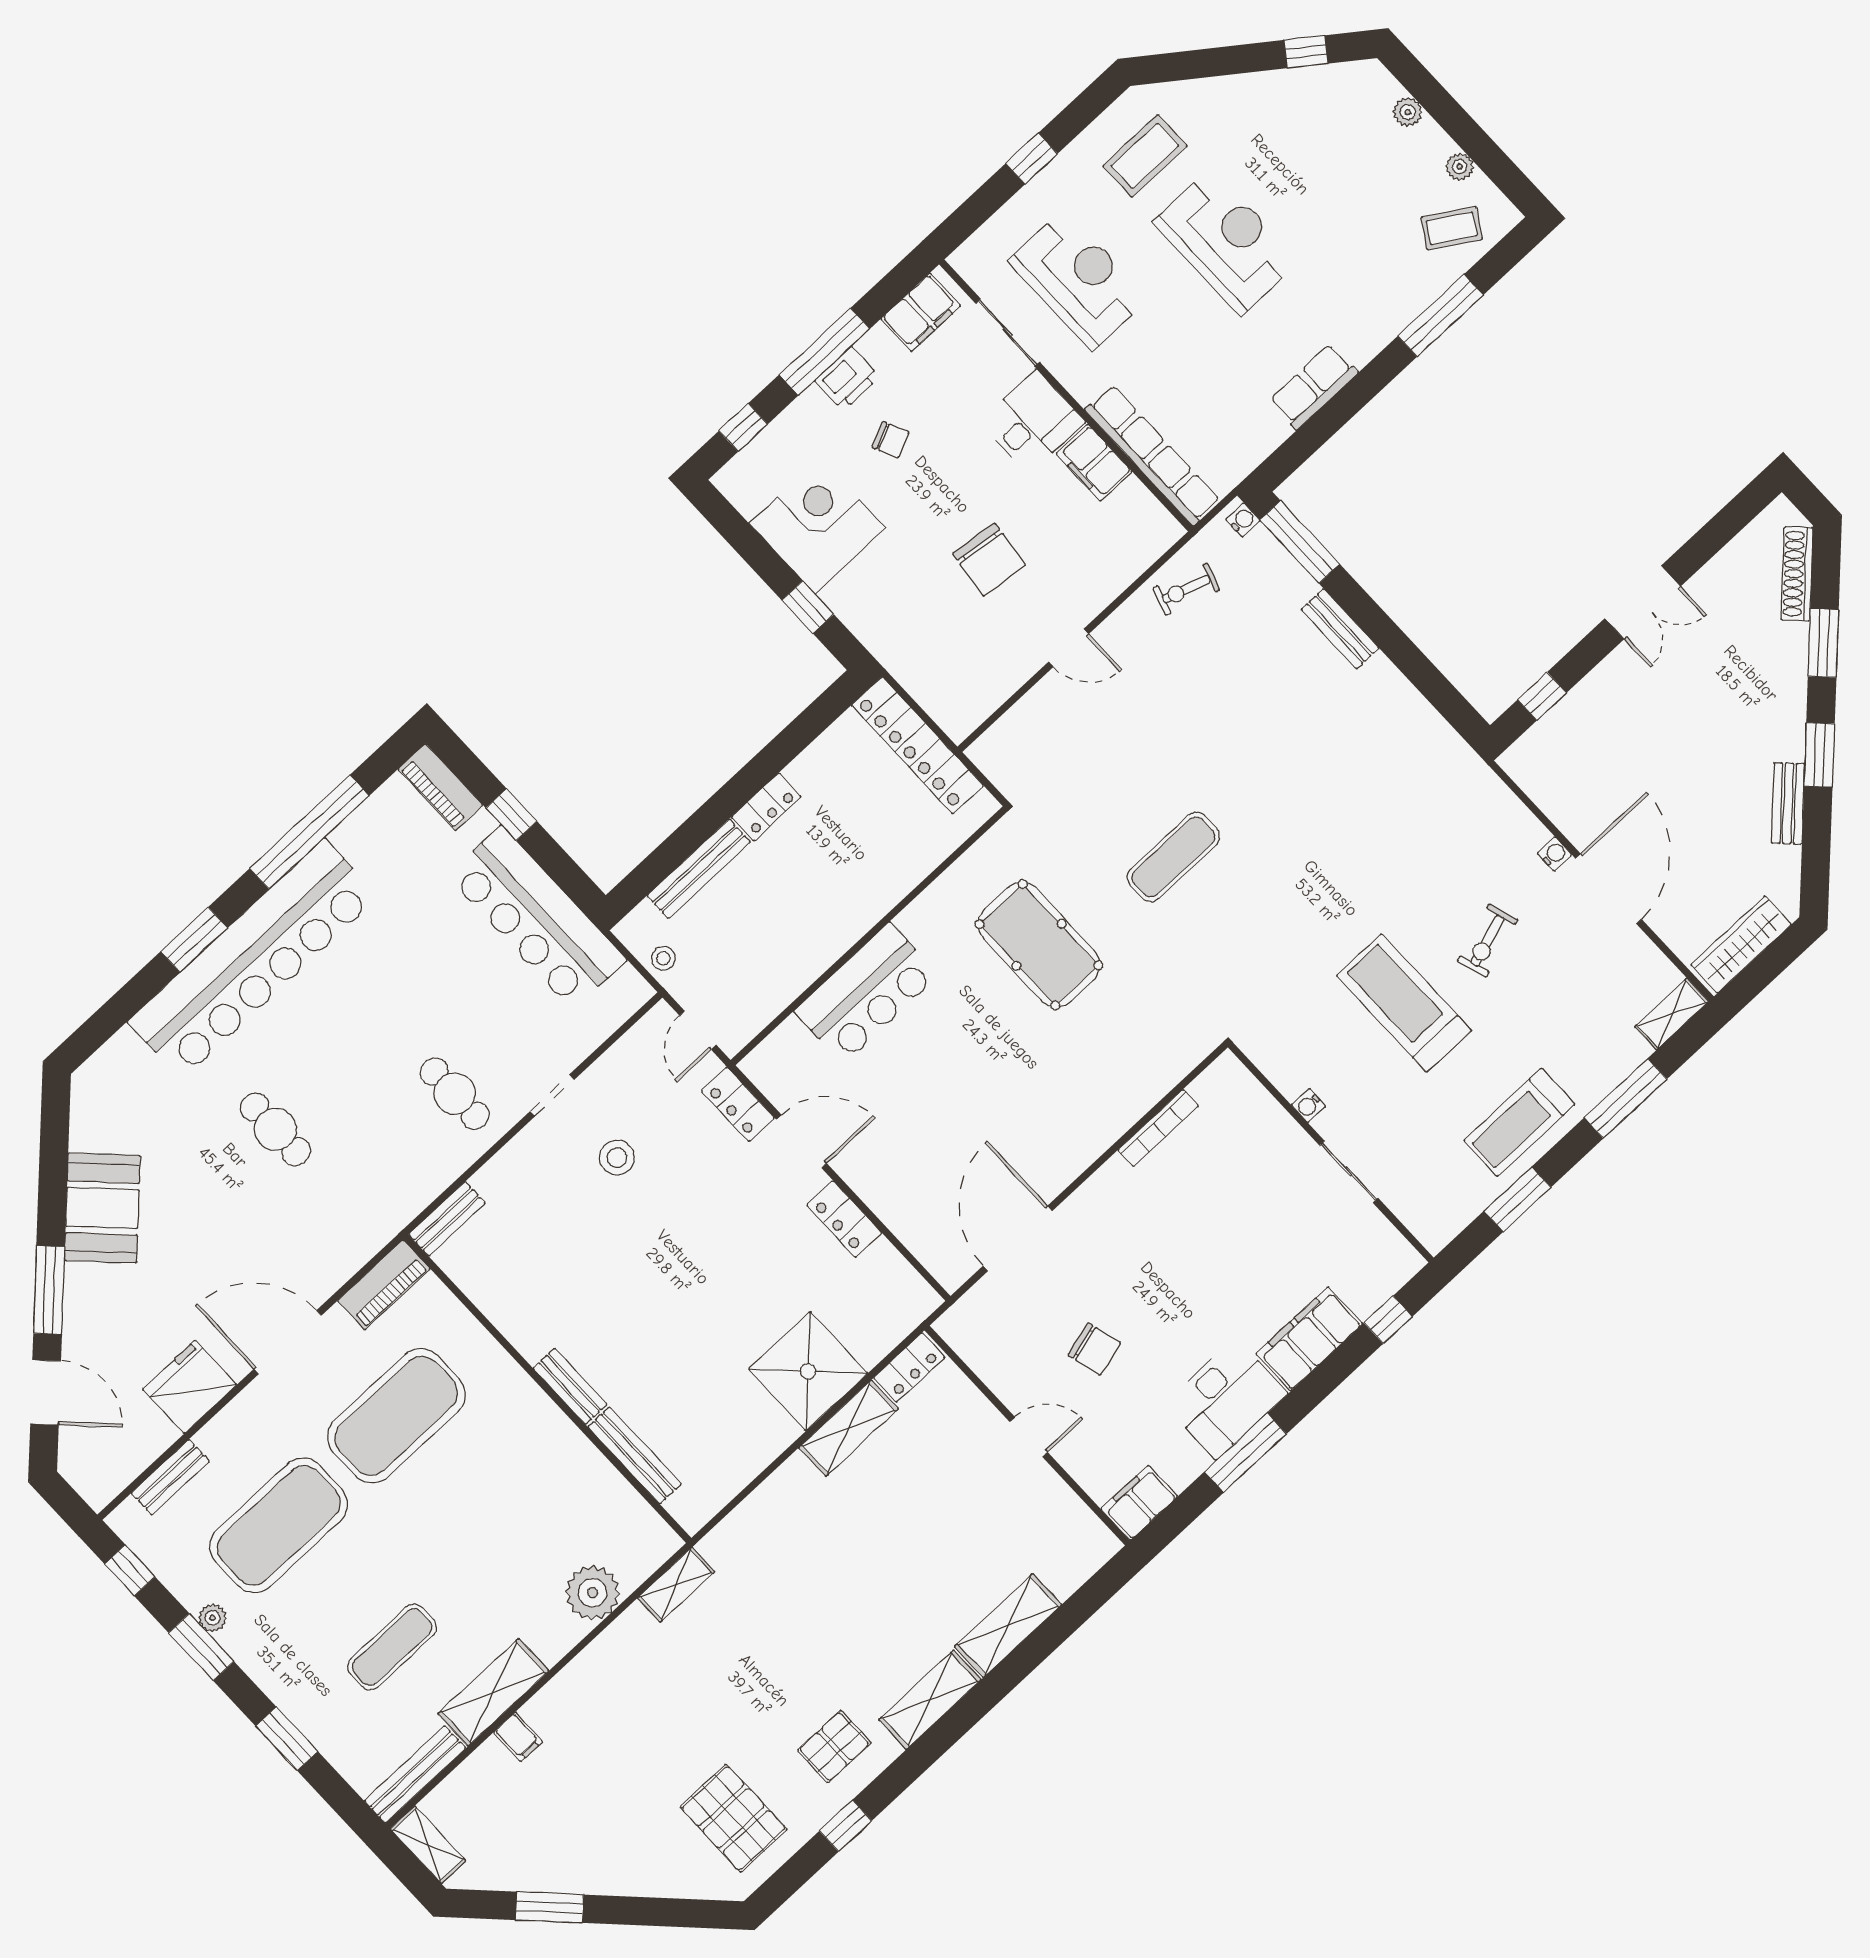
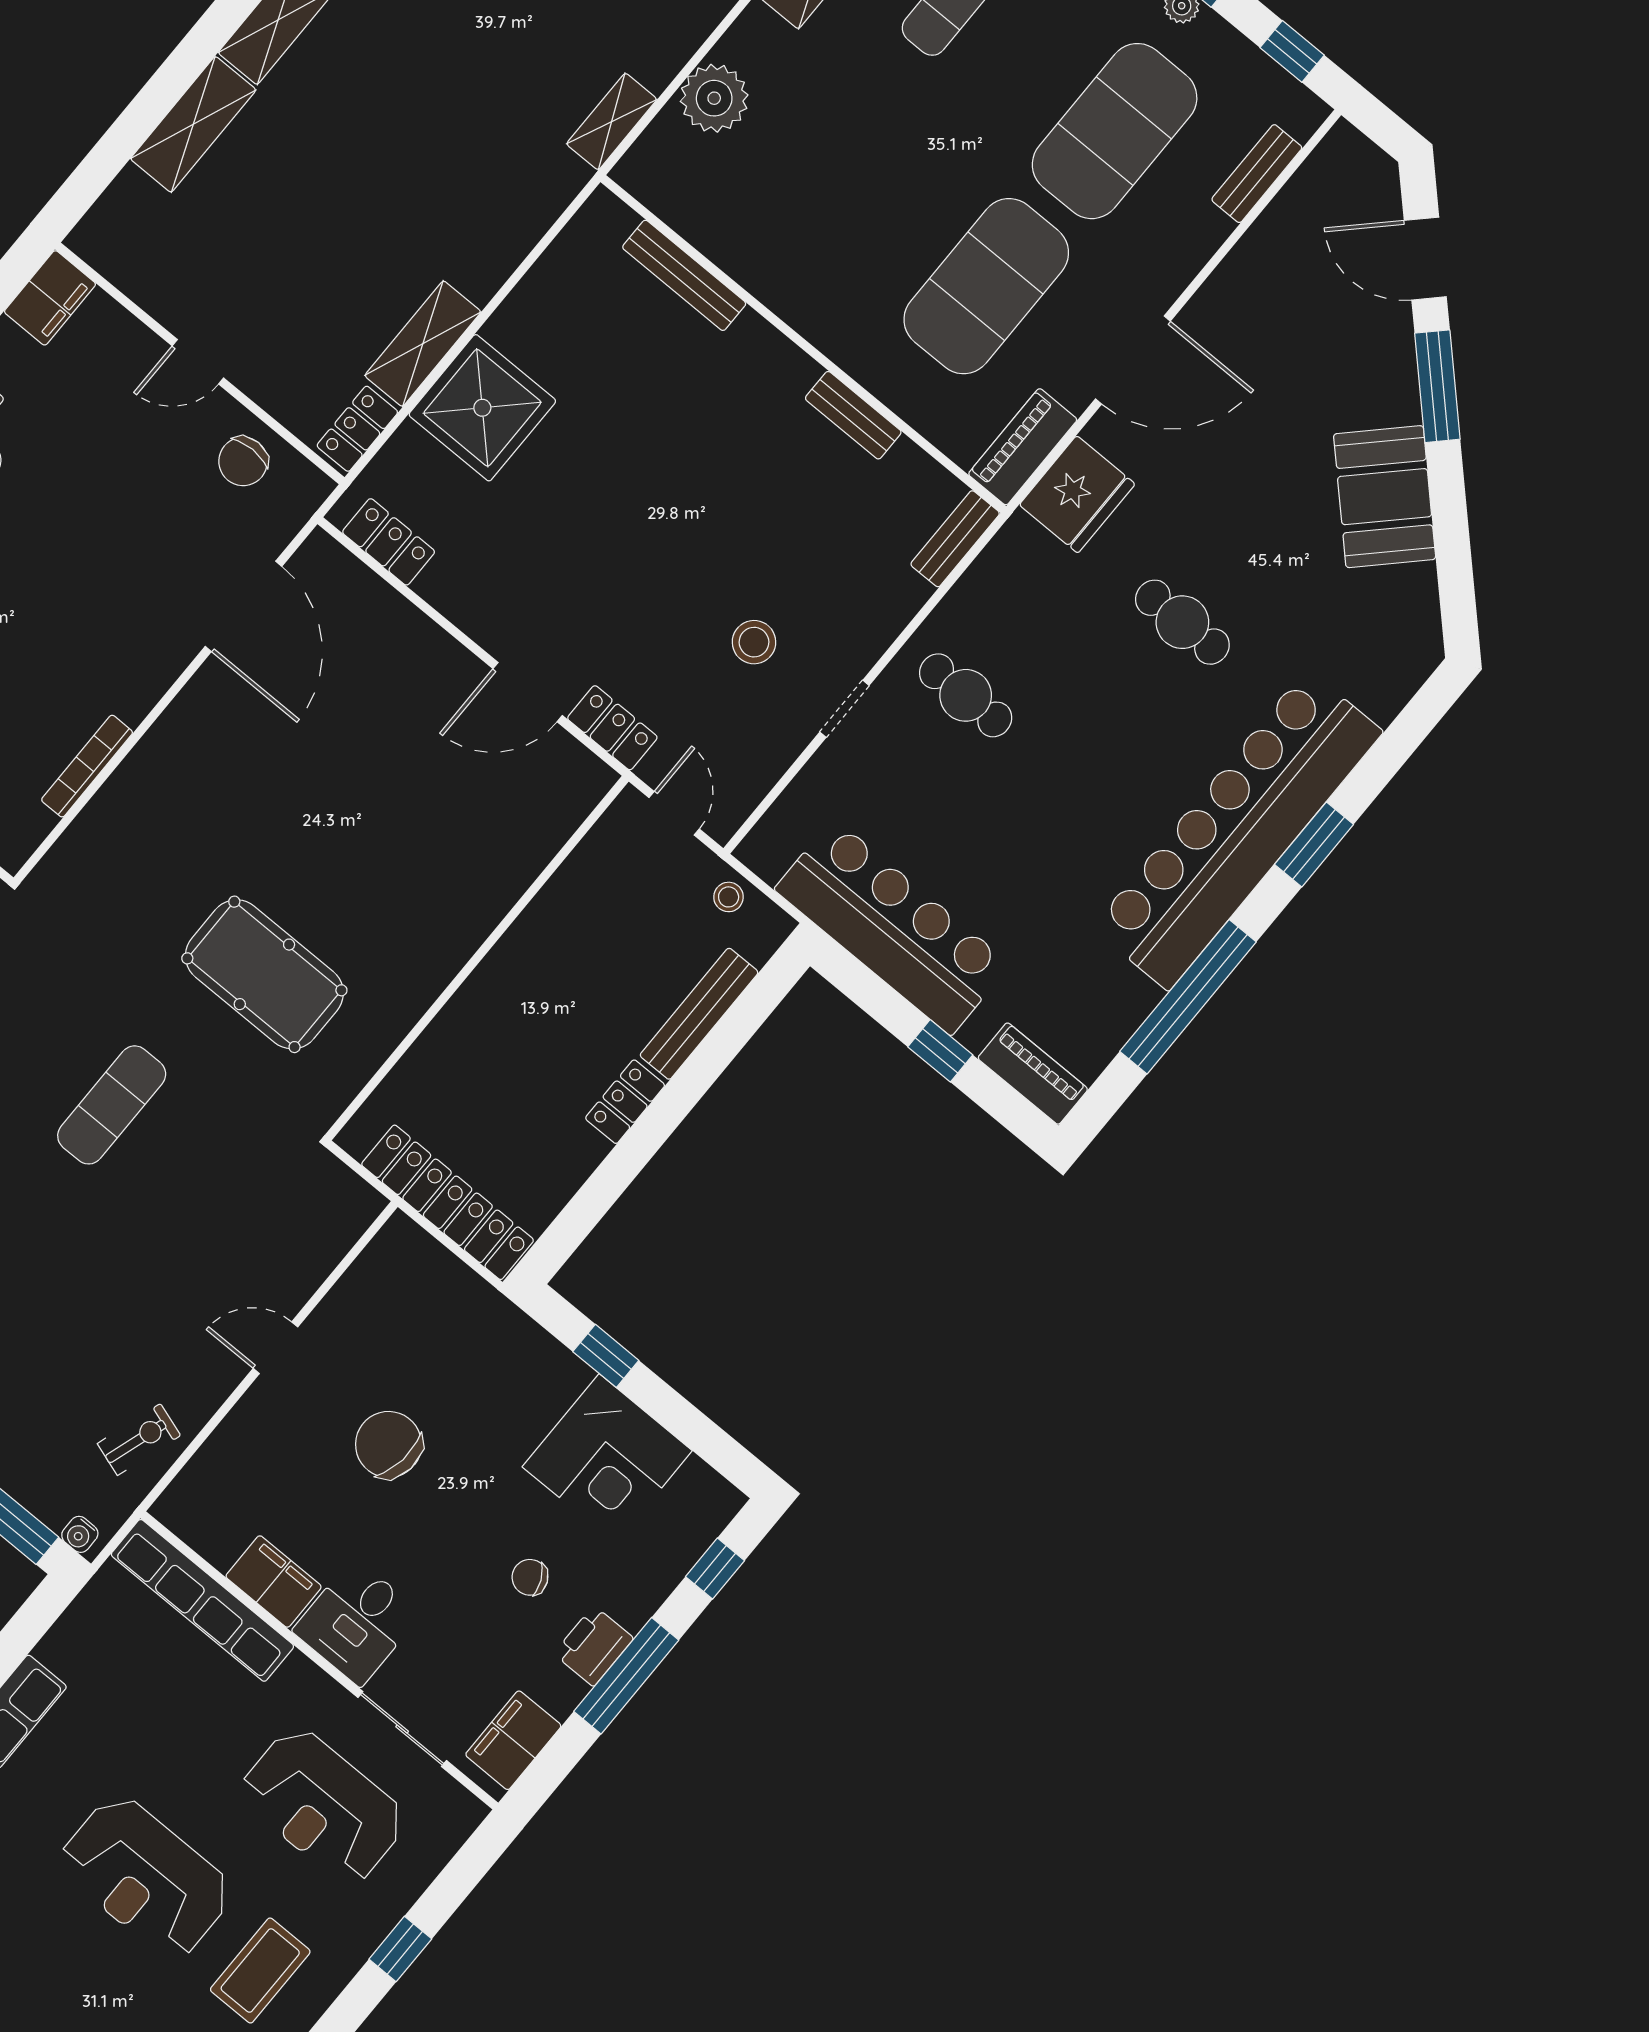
bar counter: (866, 993) -> (471, 886), removed
locker: (844, 1219) -> (389, 542), moved
chair: (1094, 1349) -> (243, 461), moved, turned -75
bench: (570, 1386) -> (853, 415), moved
fridge: (190, 1387) -> (1077, 494), moved

